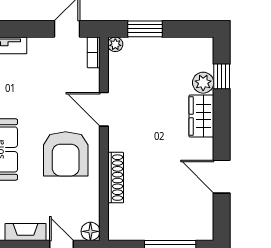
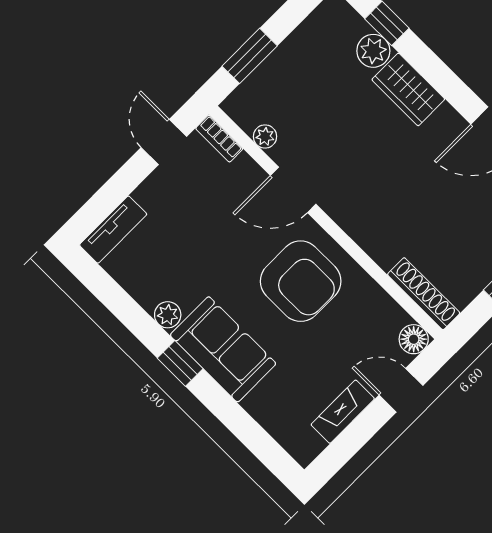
plant: (115, 44) -> (265, 137), moved
shoe rack: (116, 178) -> (424, 294), moved

